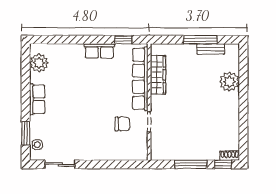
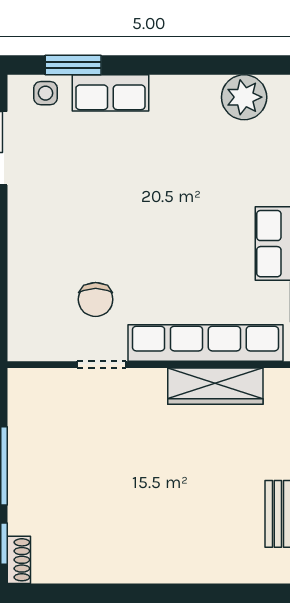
plant: (229, 82) -> (198, 559), removed
row of seats: (37, 99) -> (110, 93), moved

